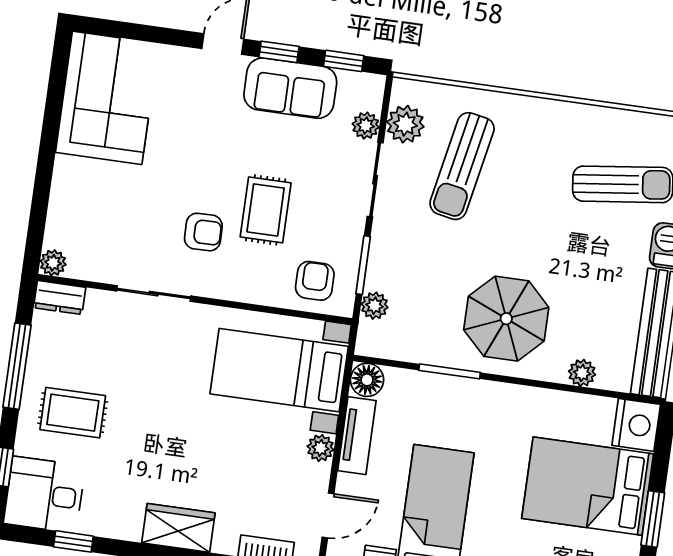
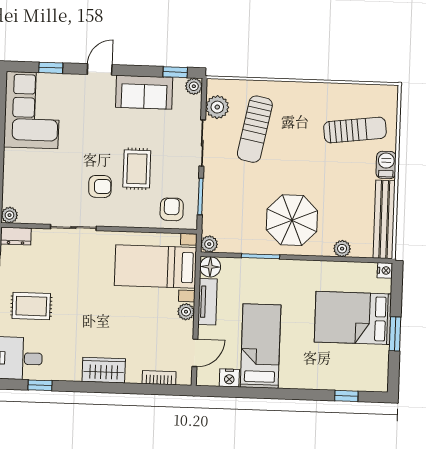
window: (279, 52) -> (51, 68), moved
plant: (366, 126) -> (194, 86), moved
plant: (375, 306) -> (209, 244), moved
nightstand: (636, 425) -> (385, 270), width x0.53, depth x0.56

